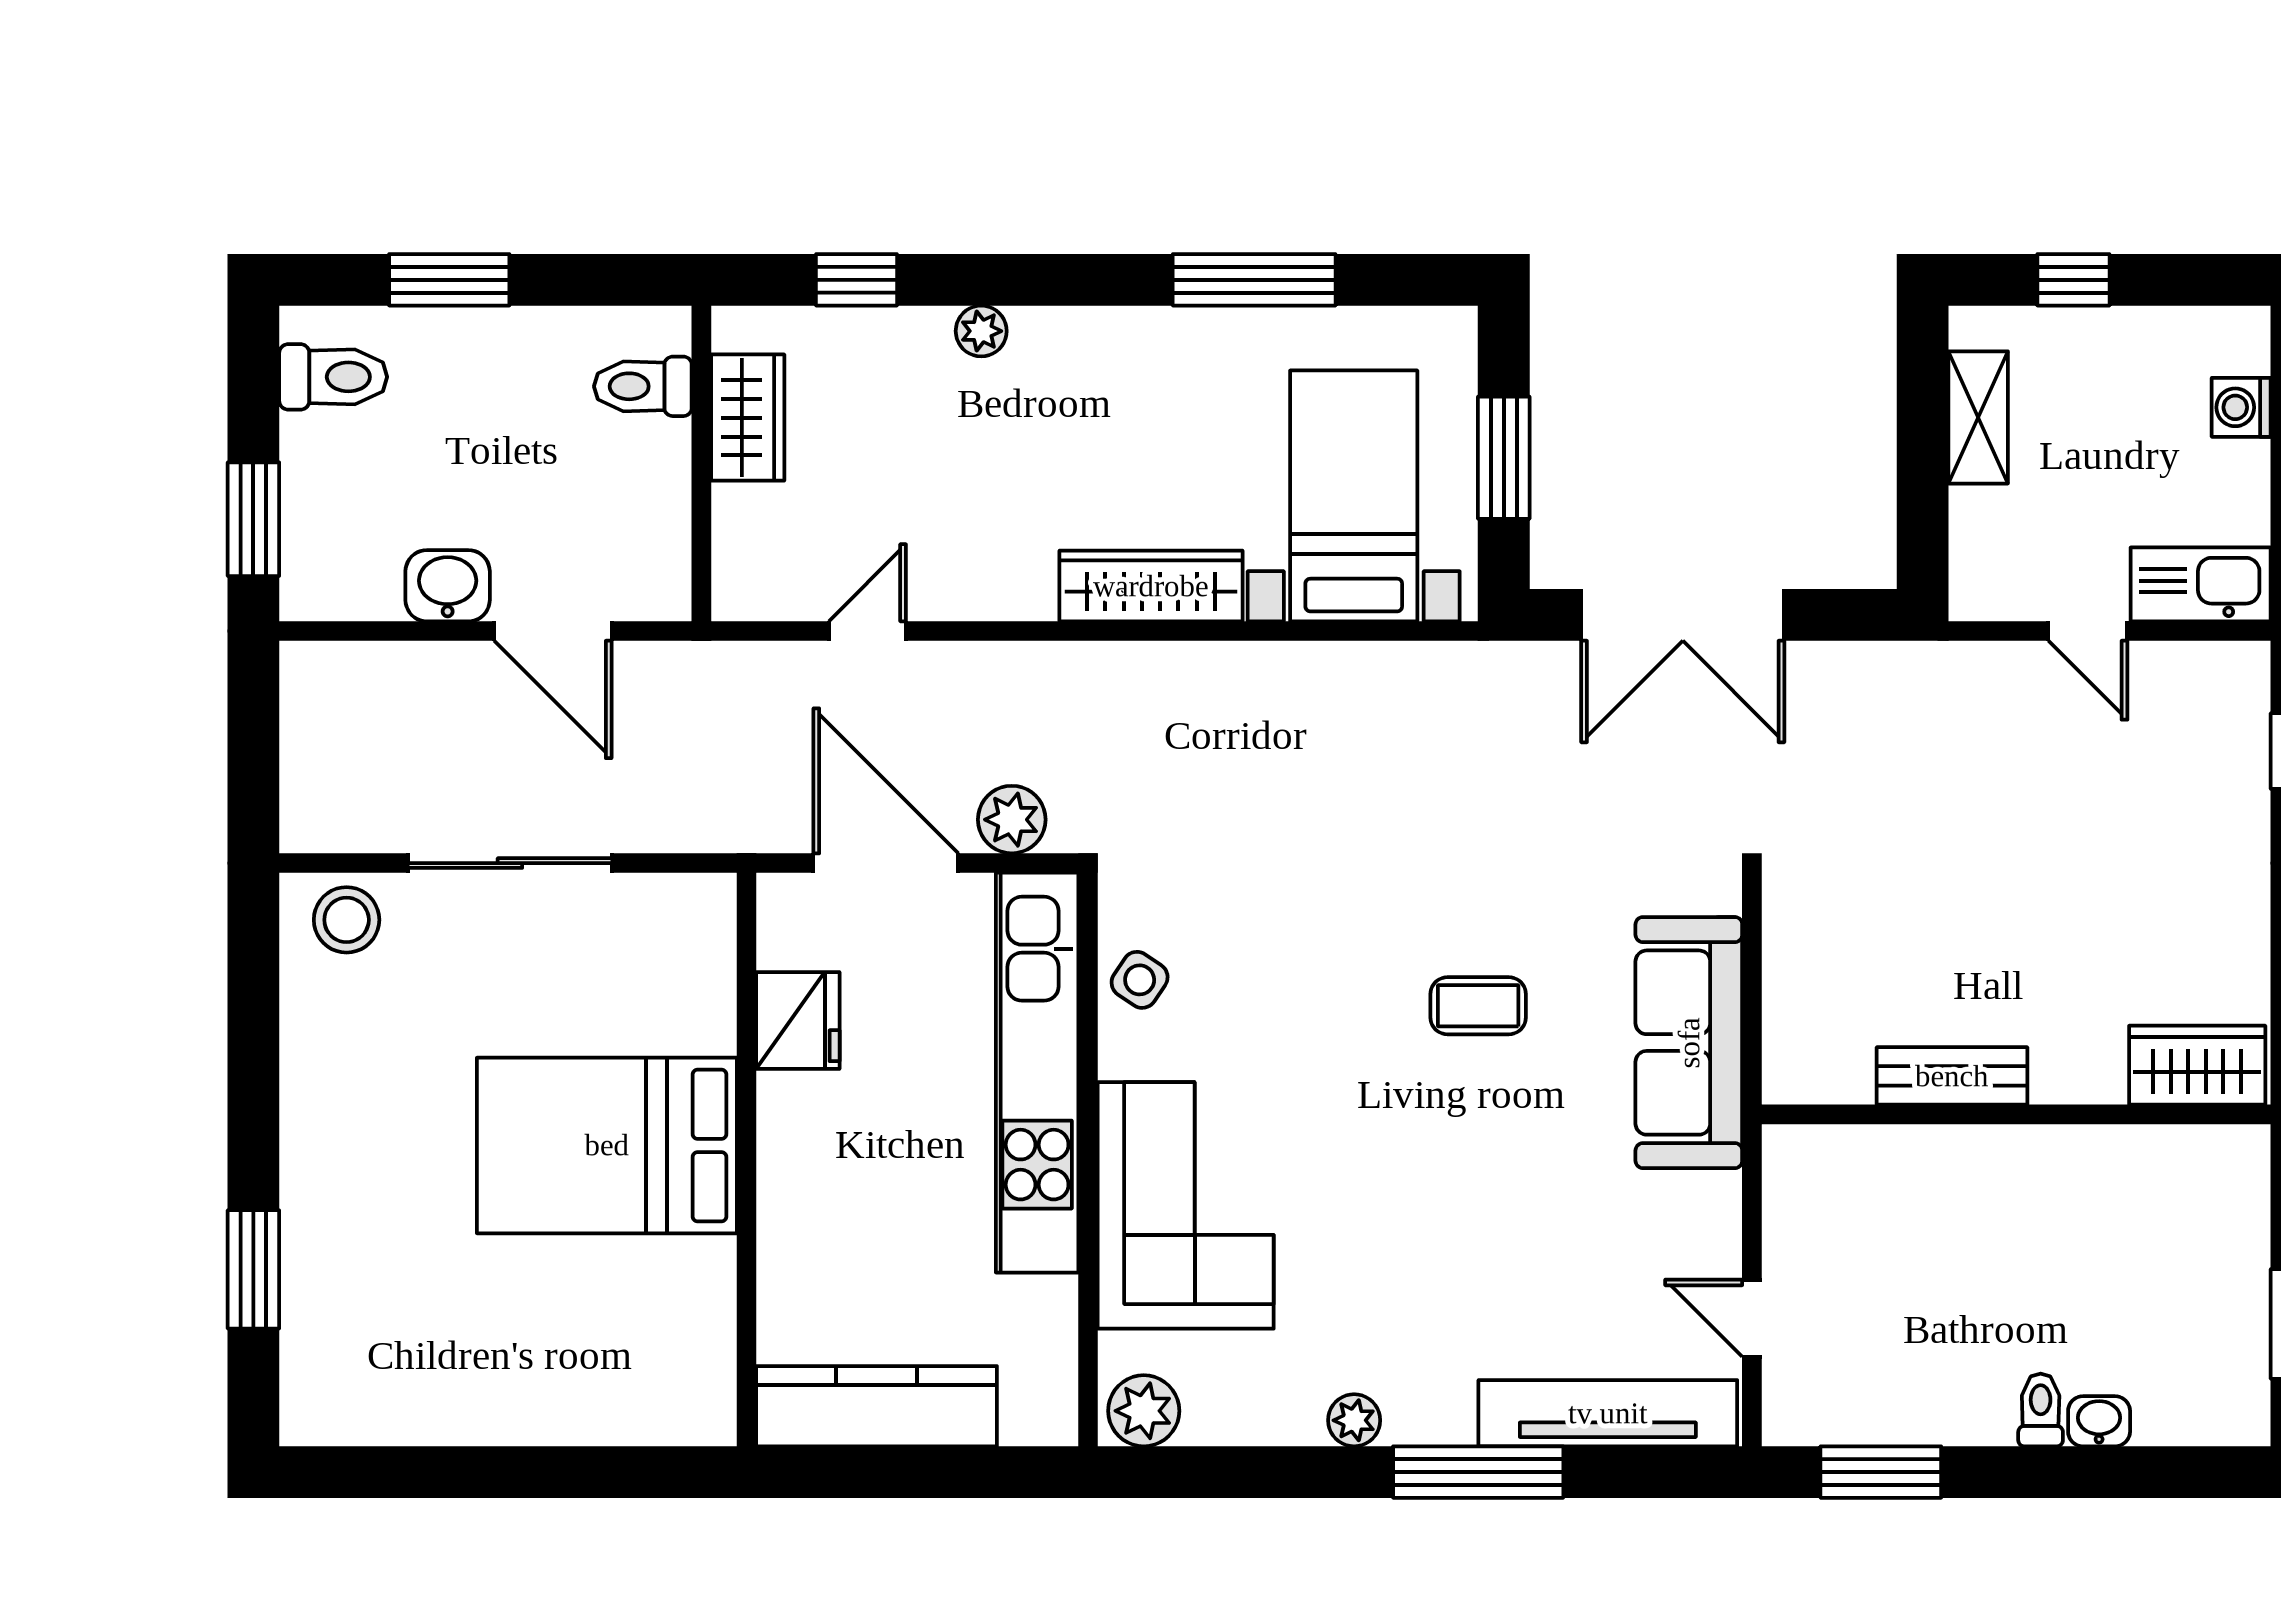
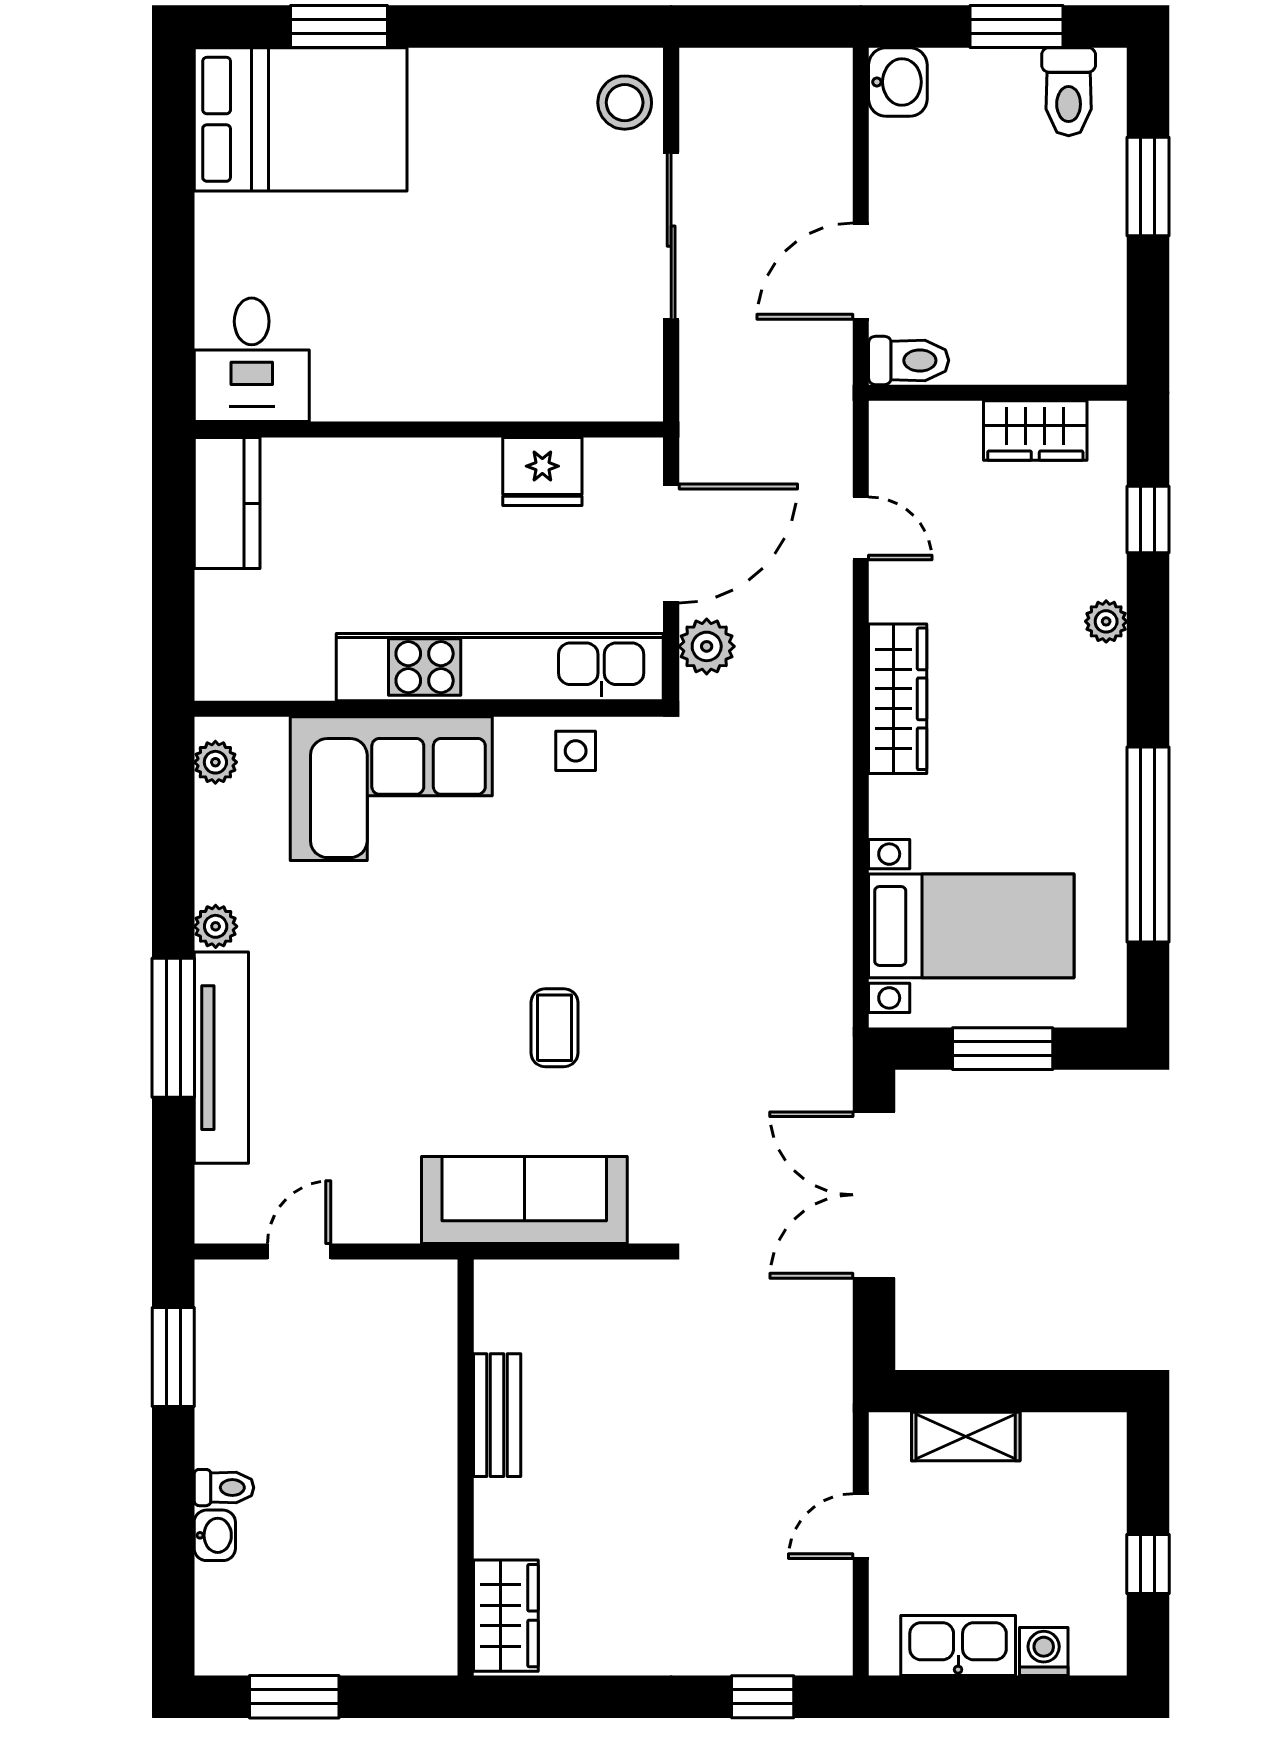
window: (1254, 280) -> (1148, 845), width x1.46
window: (2073, 280) -> (1148, 1564), moved
toilet: (643, 386) -> (909, 360), moved, turned 90
shelving: (1978, 417) -> (966, 1437), moved
window: (253, 519) -> (1016, 26), moved
kitchen sink: (2201, 584) -> (958, 1645), moved, turned -90
washbasin: (448, 586) -> (898, 82), moved
wardrobe: (1151, 586) -> (898, 699), moved
side table: (1140, 980) -> (576, 751), turned -34
bed: (607, 1145) -> (301, 119), moved, turned 90
desk: (661, 1376) -> (252, 360), added
kitchen counter: (877, 1406) -> (227, 503), width x0.67
plant: (1144, 1411) -> (215, 762), width x0.73, depth x0.73
tv unit: (1608, 1413) -> (221, 1058), moved

